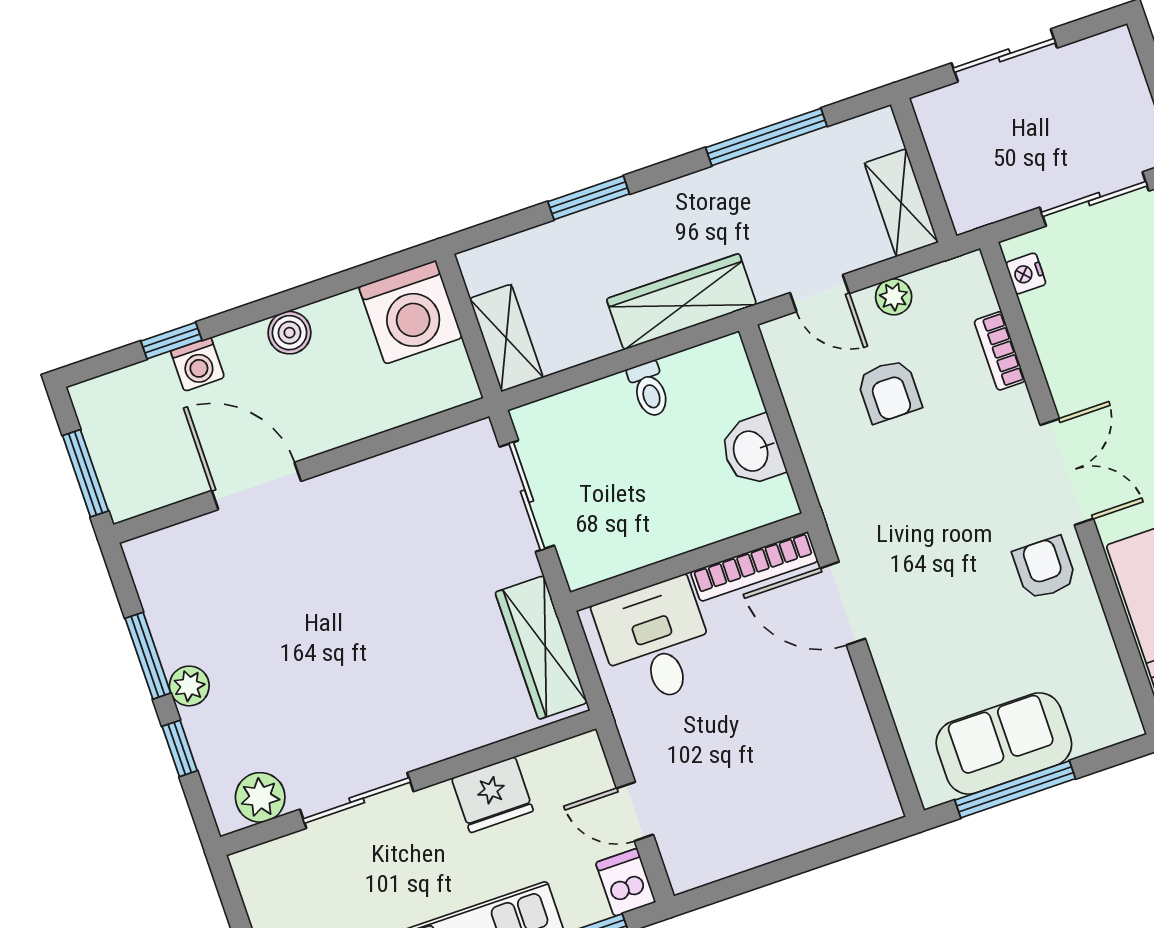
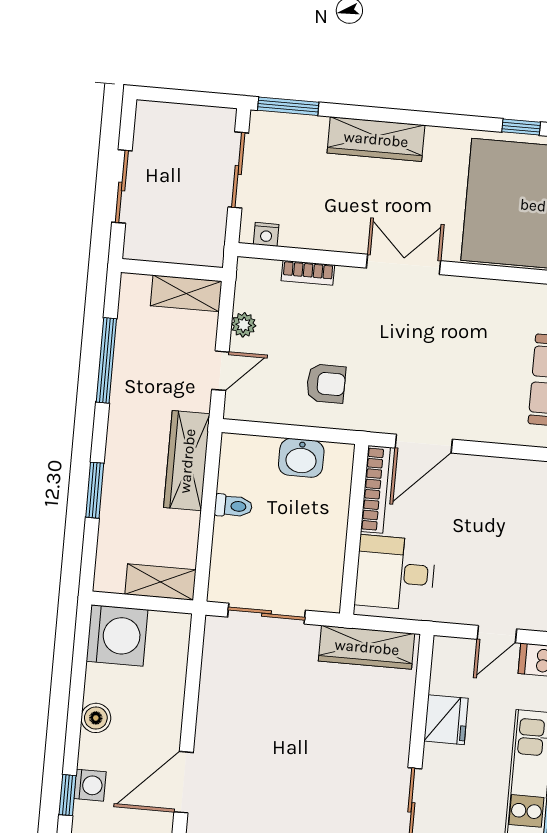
armchair: (889, 391) -> (326, 384), moved
armchair: (1045, 568) -> (458, 306), removed

